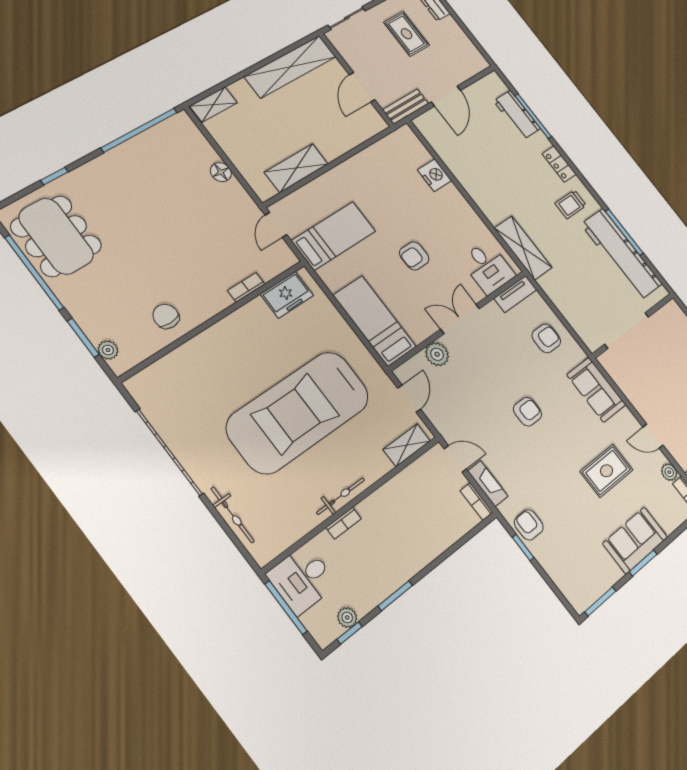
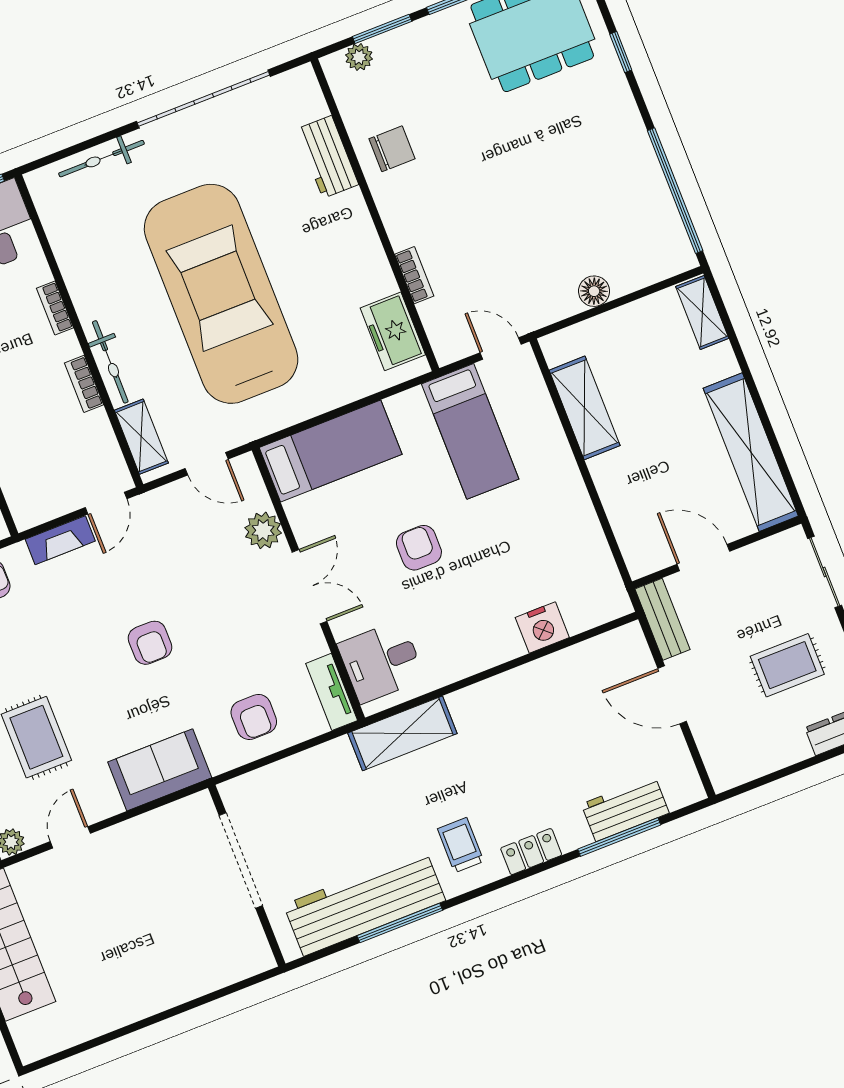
workbench: (185, 359) -> (327, 157), added
bicycle: (341, 496) -> (110, 362), moved
bookcase: (477, 501) -> (84, 384), moved, turned -90

